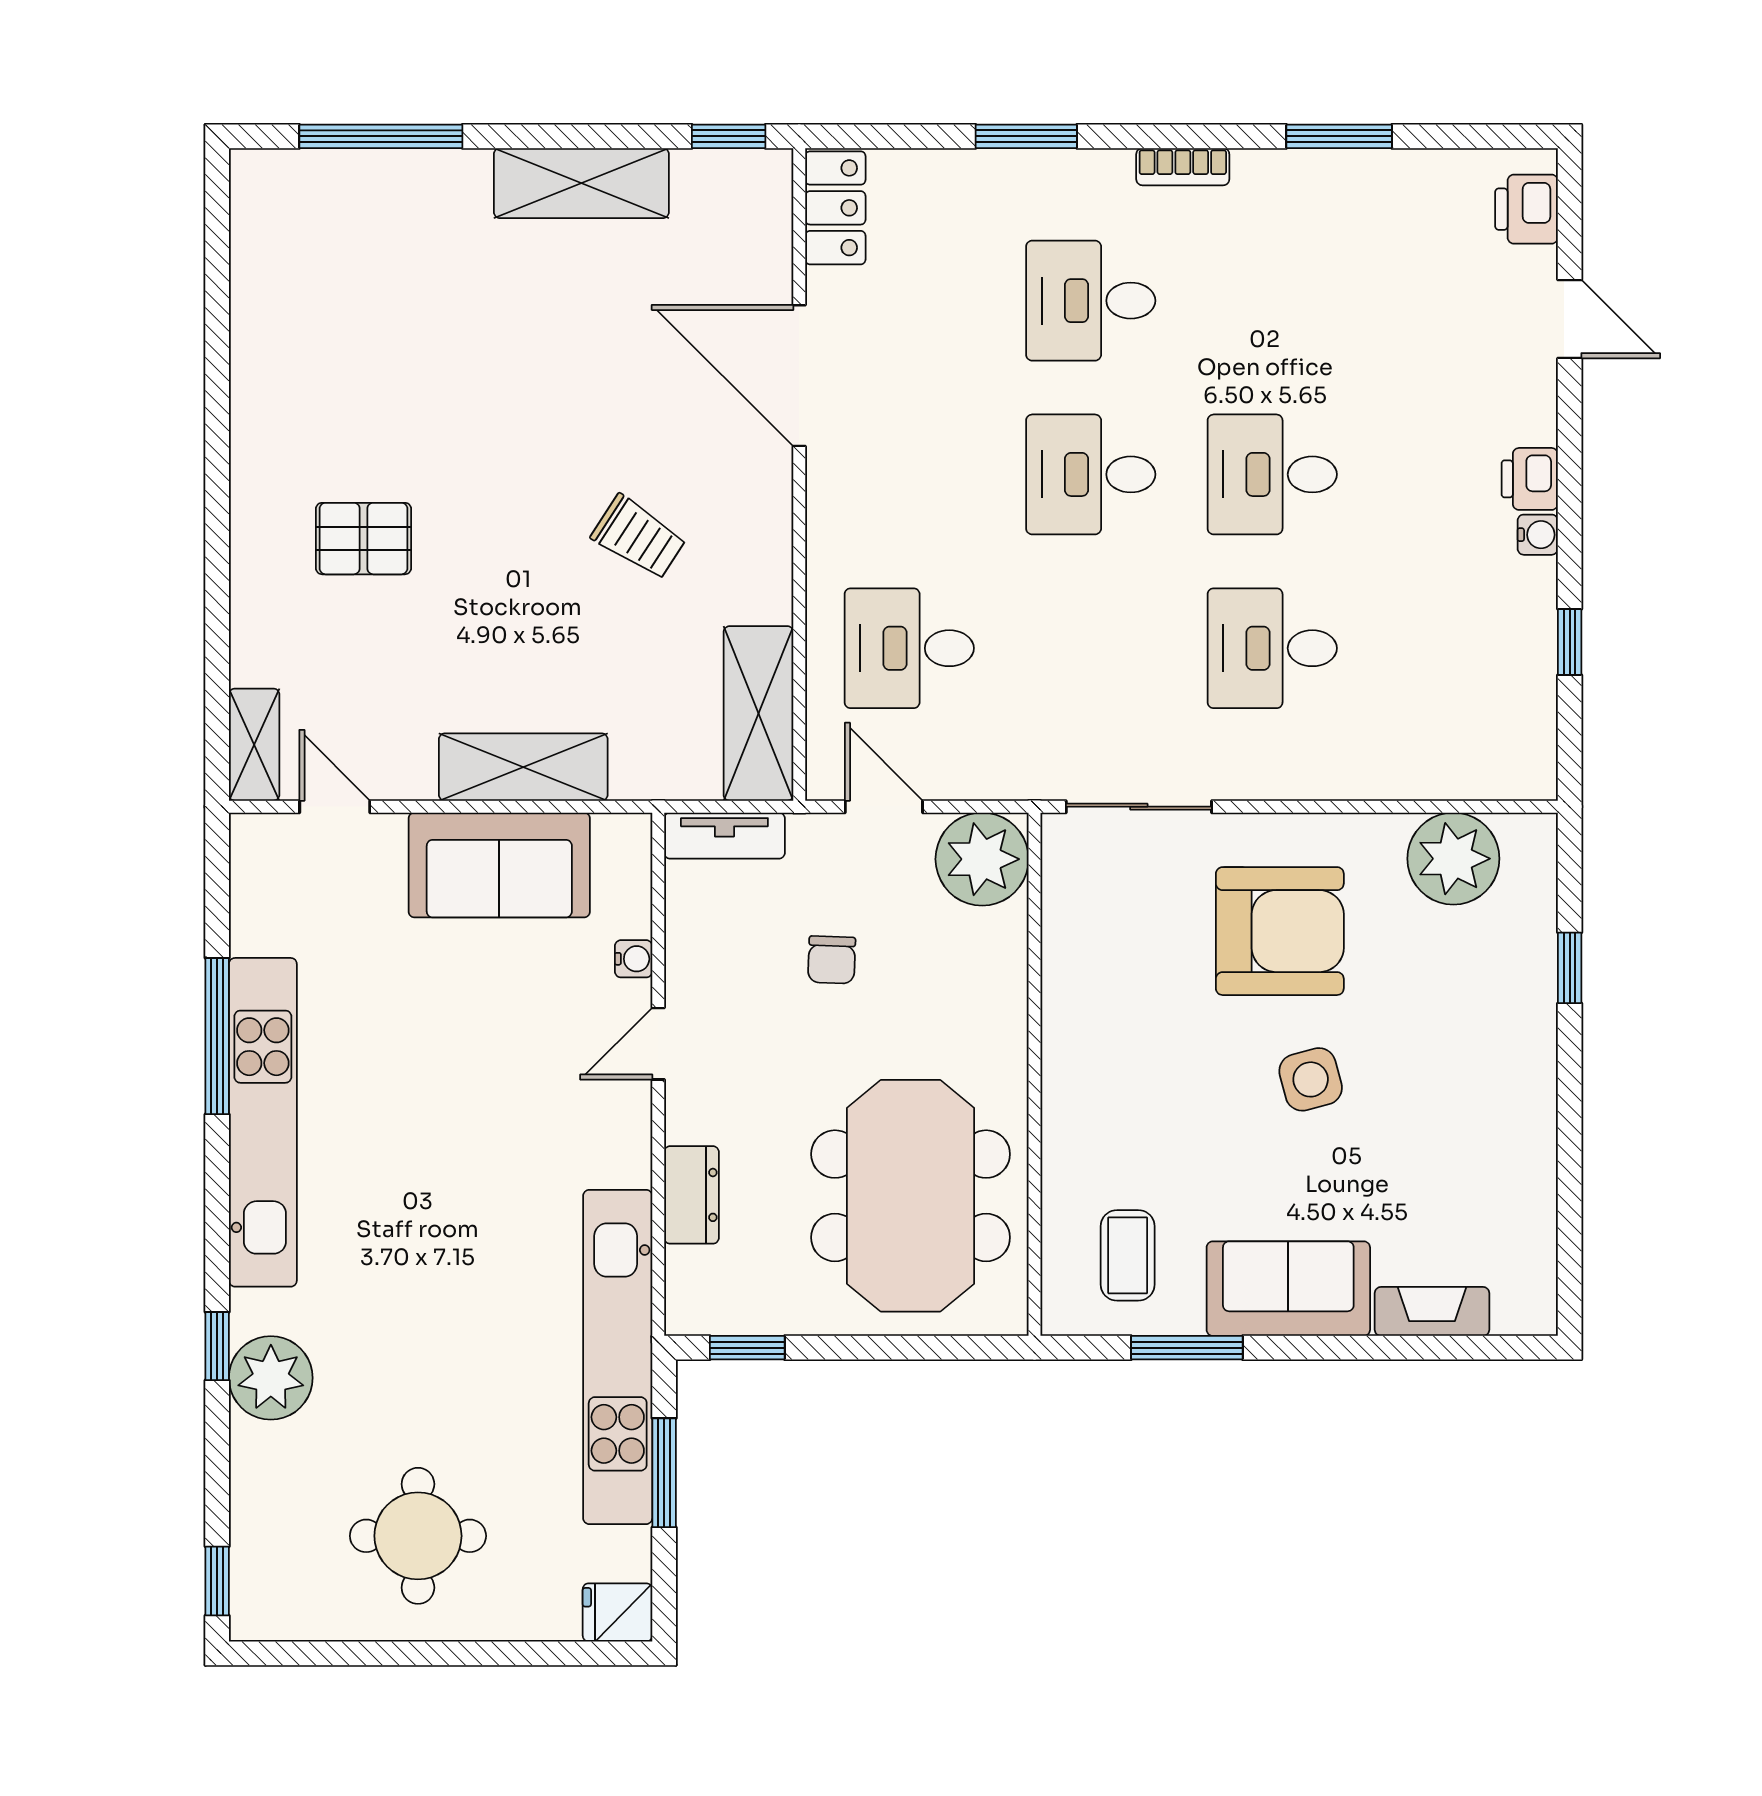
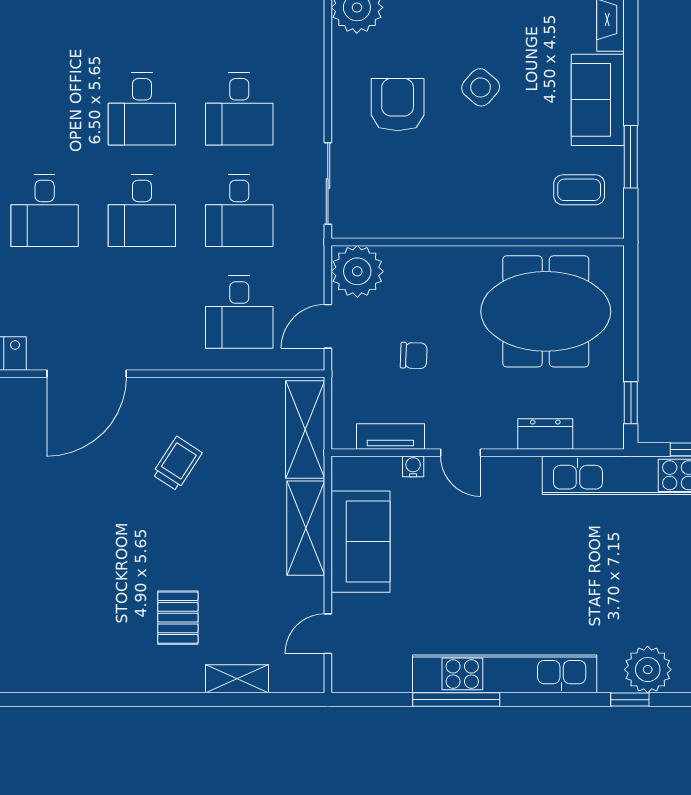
desk: (1091, 648) -> (239, 210), added
shelving: (758, 713) -> (305, 429), moved, turned 90
shelving: (254, 745) -> (237, 679), moved
tv unit: (724, 836) -> (390, 436), moved, turned -90
armchair: (1280, 931) -> (398, 105), width x0.73, depth x0.73
side table: (1311, 1079) -> (481, 87), turned -34

